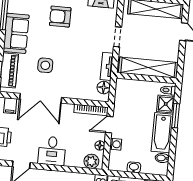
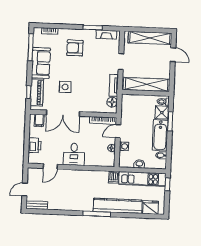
plant: (91, 161) -> (106, 161), removed

